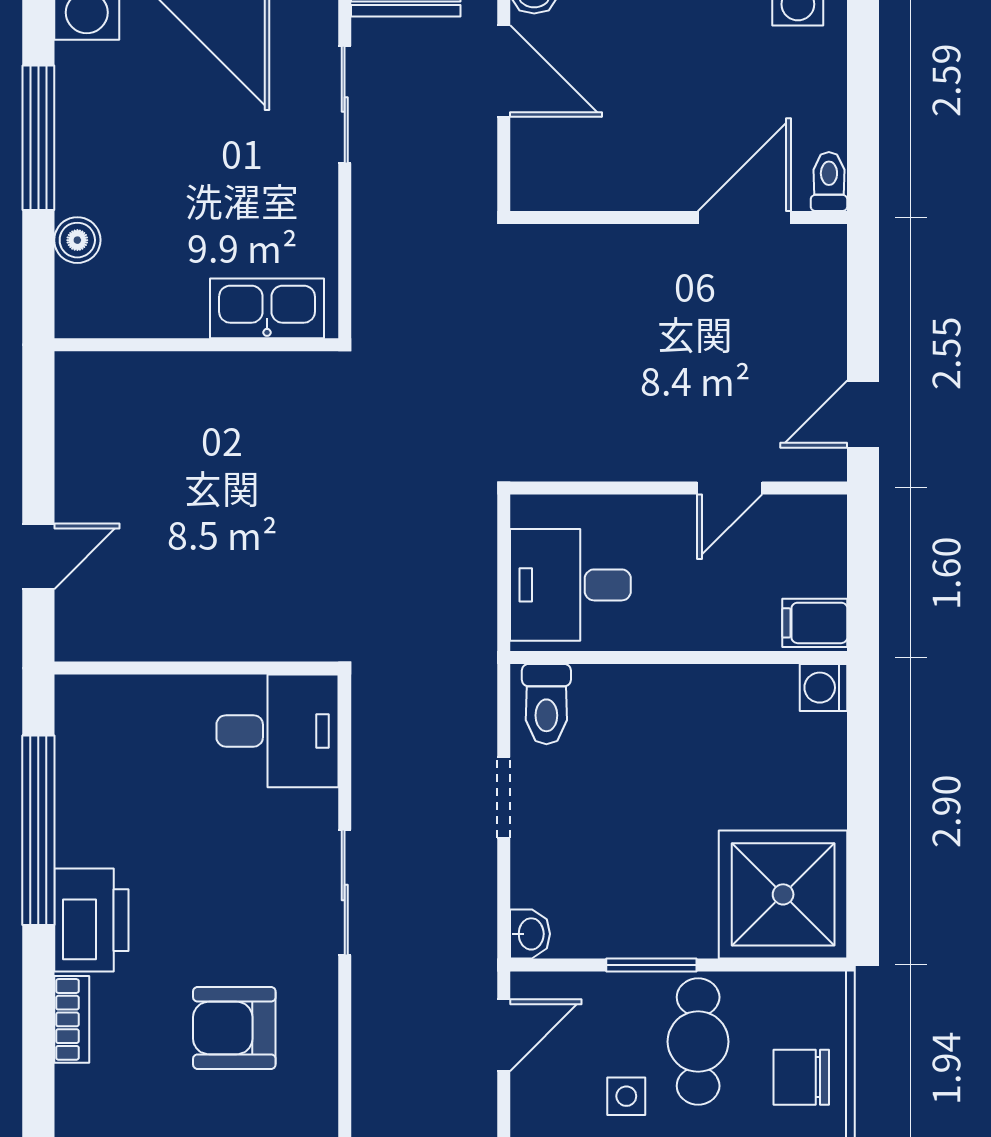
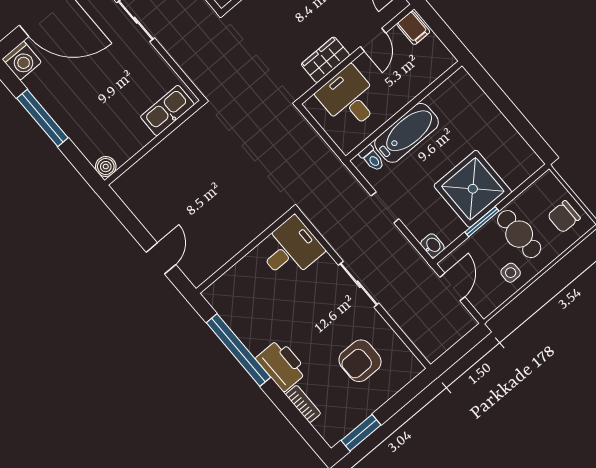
boiler: (77, 240) -> (106, 167), moved
wardrobe: (617, 453) -> (325, 60), added
desk: (570, 585) -> (349, 98), moved, turned 90
filing cabinet: (815, 623) -> (413, 28), moved, turned -90
washing machine: (824, 688) -> (461, 80), removed
bathtub: (651, 700) -> (407, 133), added
toilet: (546, 704) -> (372, 158), width x0.73, depth x0.72
shower: (783, 894) -> (473, 189), moved

